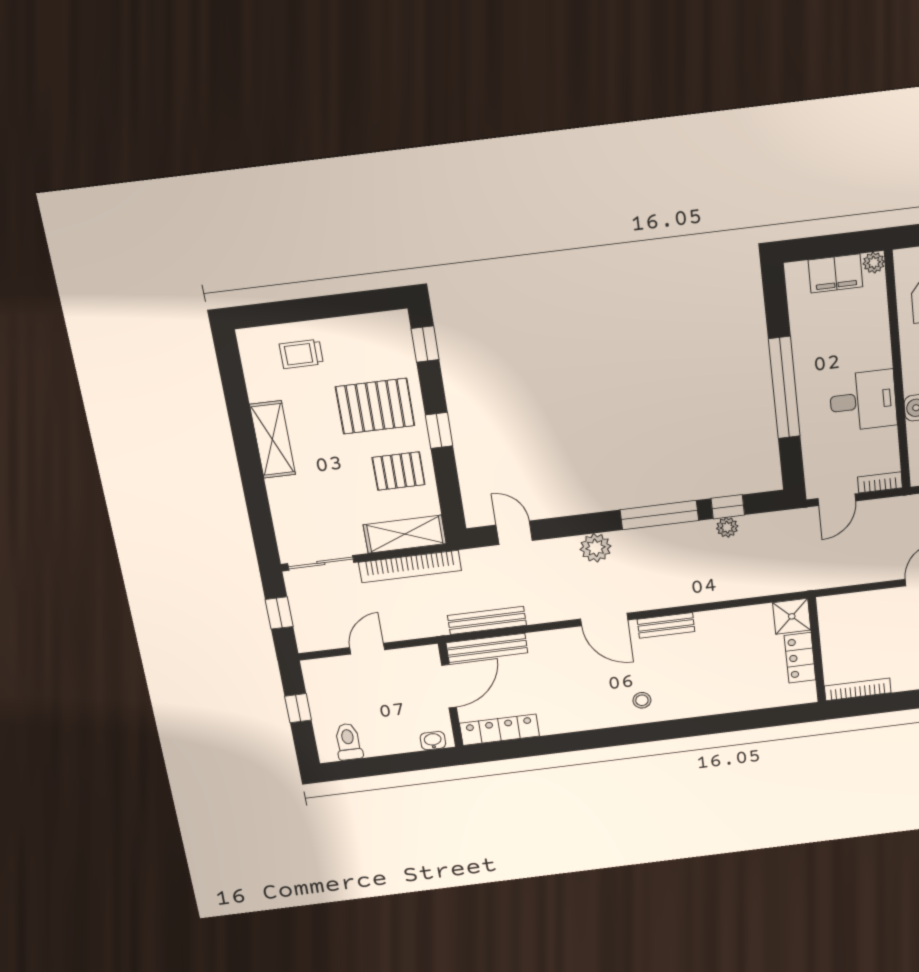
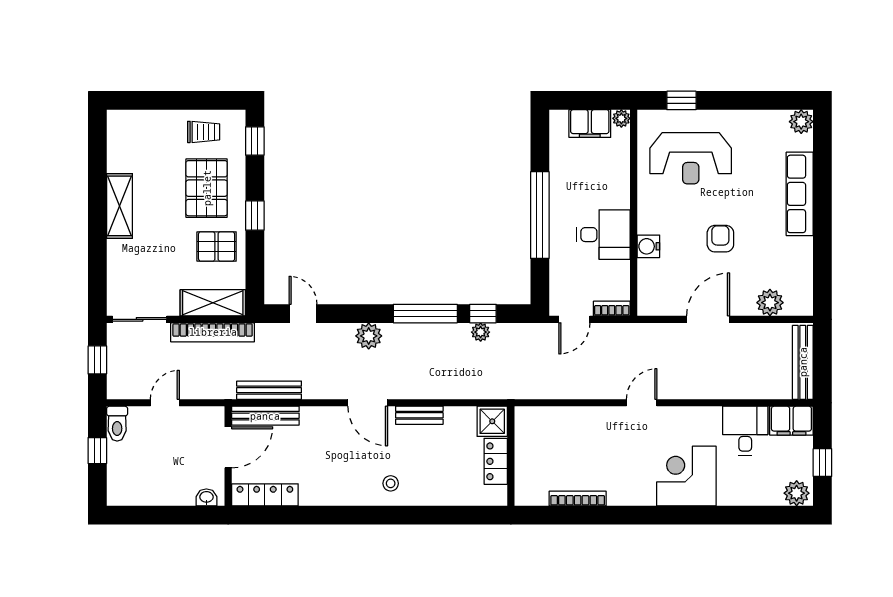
trolley: (301, 354) -> (204, 132), moved, turned 180
pallet: (375, 406) -> (207, 188), turned 90
shower: (792, 616) -> (492, 421), moved
wall: (817, 650) -> (511, 456), moved
locker: (800, 658) -> (496, 461), moved
toilet: (348, 742) -> (117, 424), moved, turned 180

